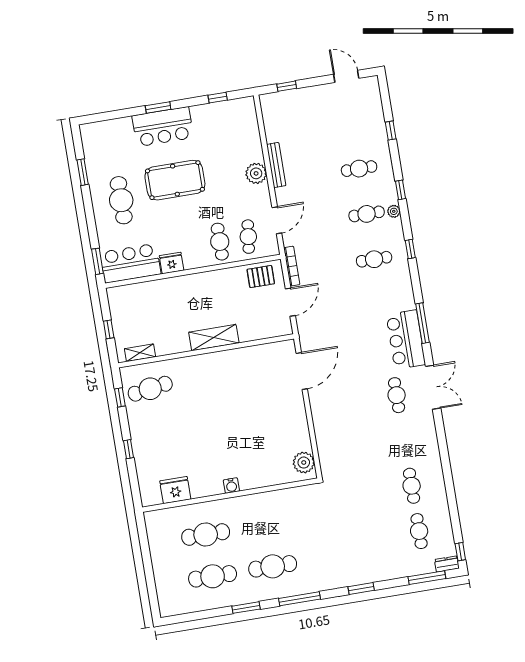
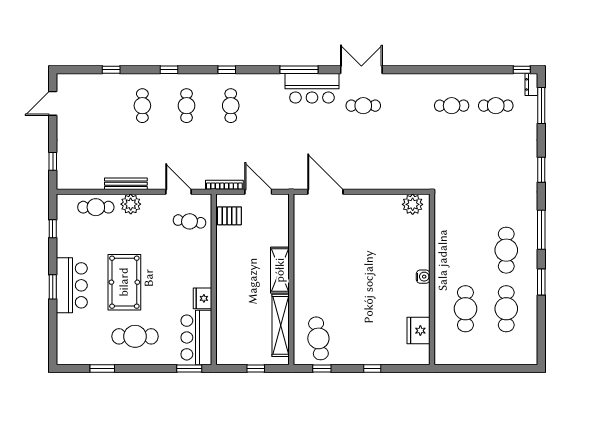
plant: (394, 211) -> (188, 79), removed
cafe table: (220, 242) -> (96, 207), moved
pallet: (261, 277) -> (229, 216), turned 90
shelving: (140, 353) -> (281, 325), width x2.20, depth x1.33

